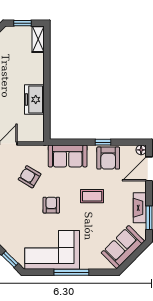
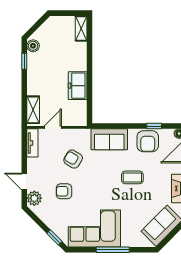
window: (23, 23) -> (66, 13), removed
window: (103, 142) -> (154, 126), moved
armchair: (51, 205) -> (64, 191), moved, turned -90

